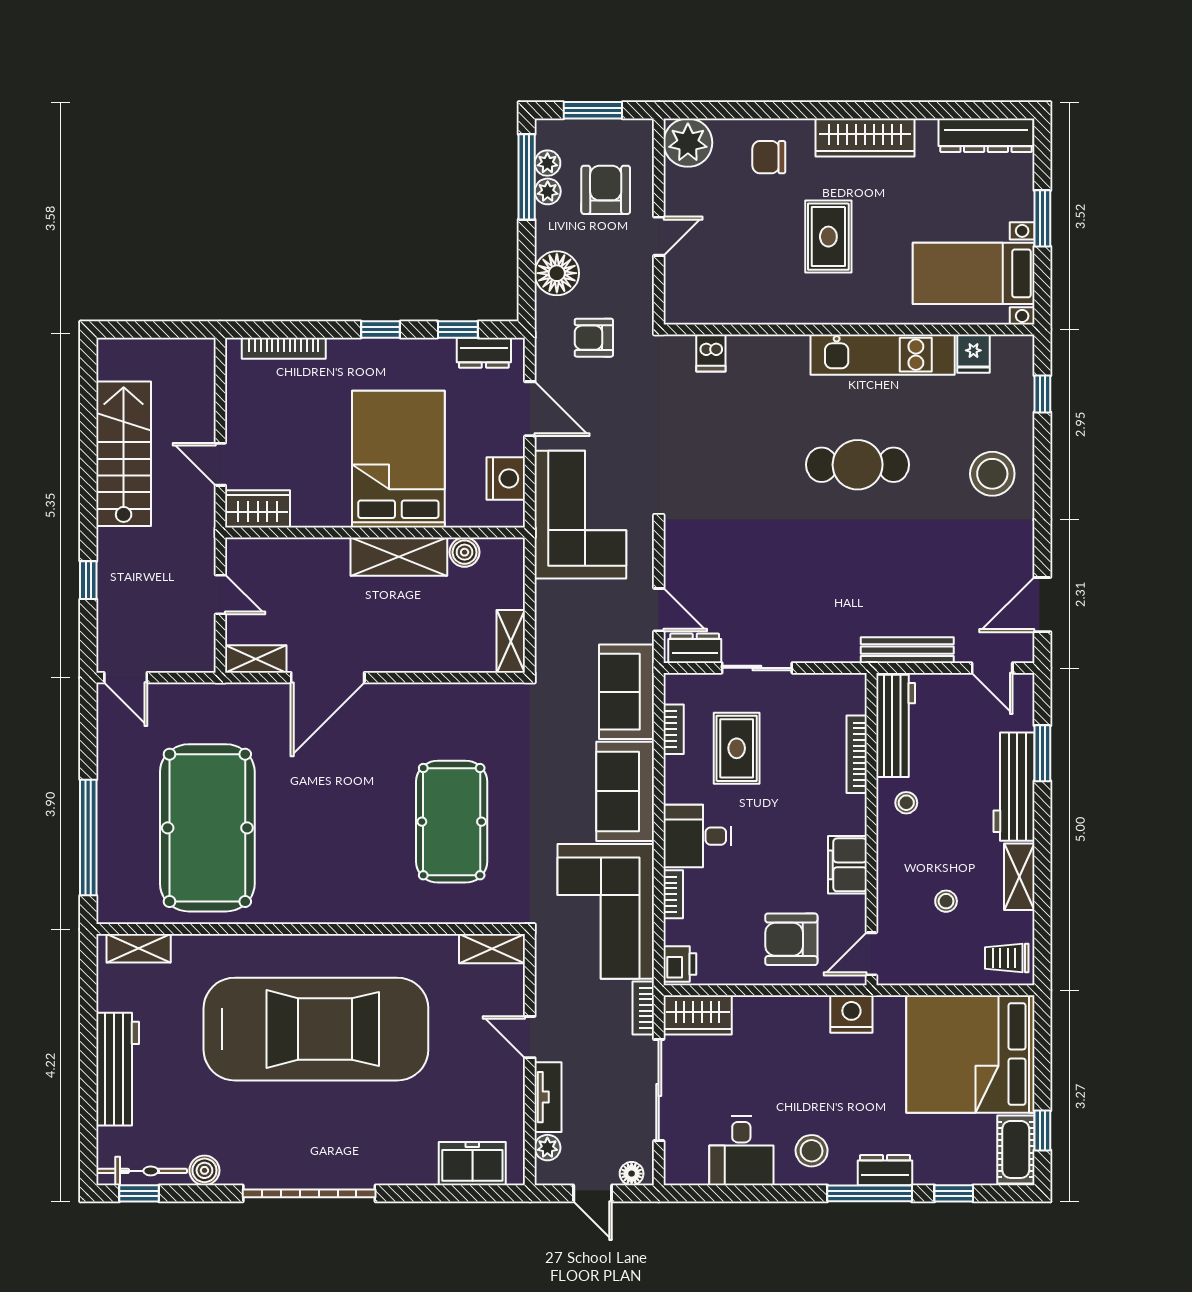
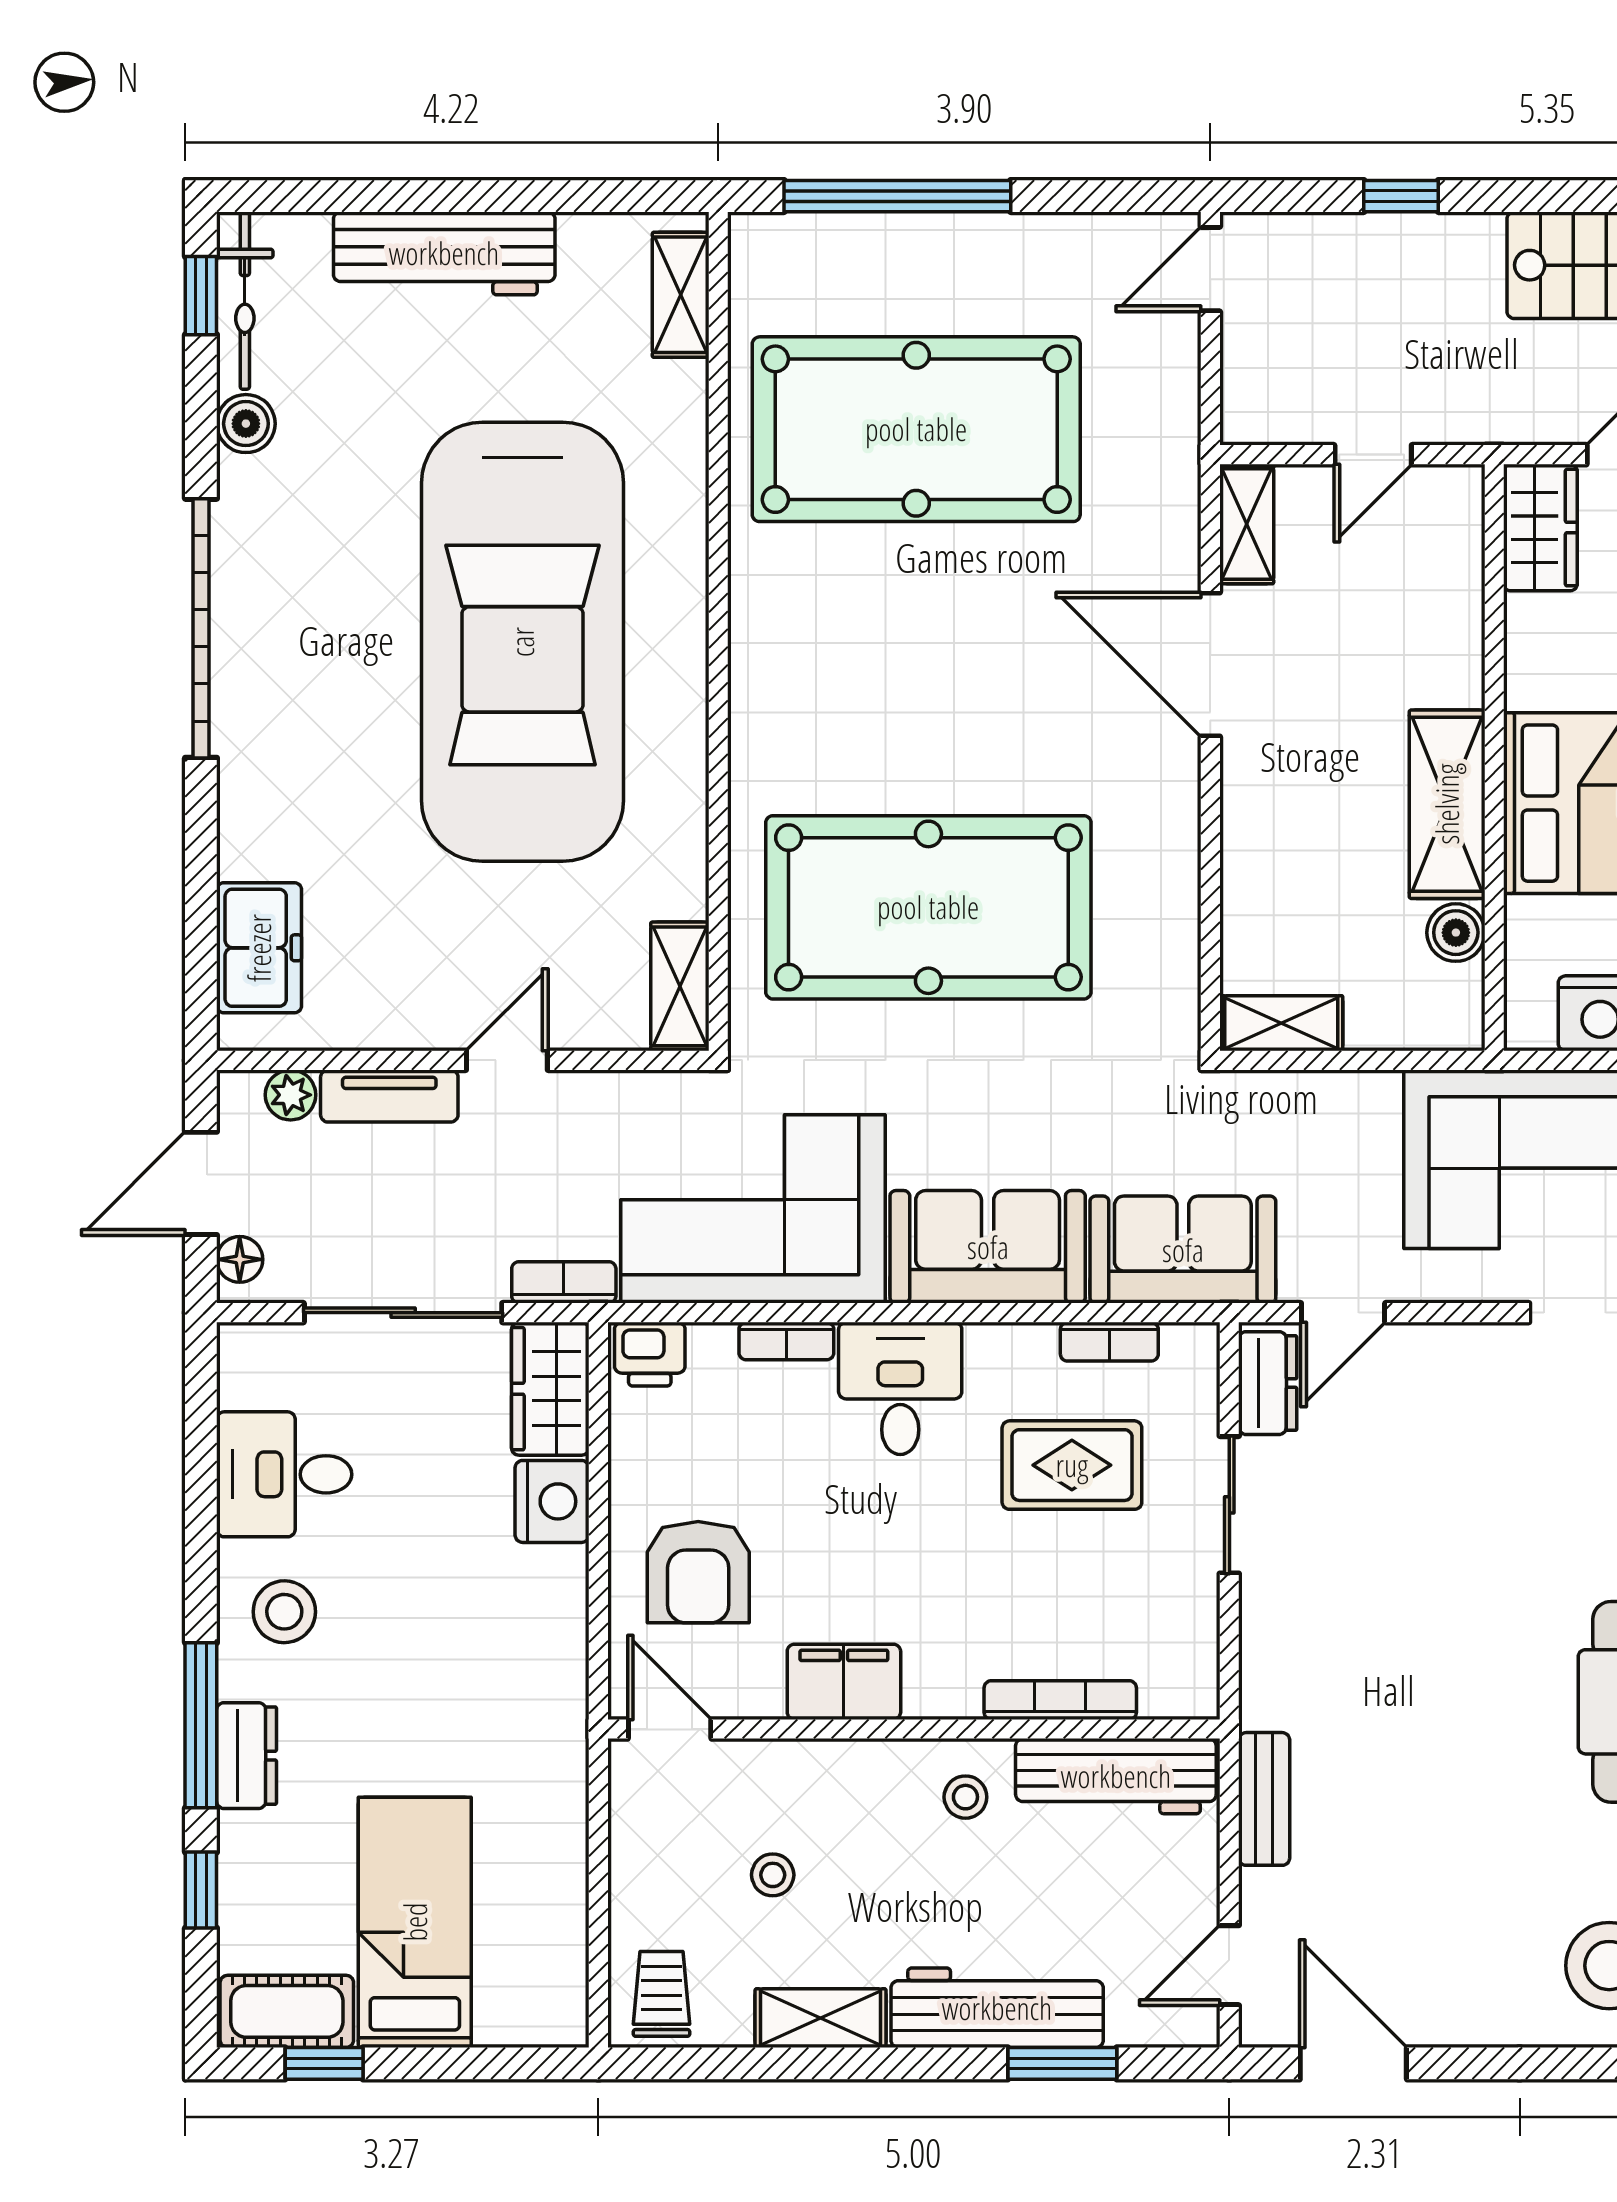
bench: (907, 650) -> (1264, 1799), width x0.73
pool table: (452, 822) -> (928, 907), width x1.36, depth x1.32
armchair: (791, 939) -> (698, 1572), turned 180
nightstand: (851, 1014) -> (552, 1501), moved
bed: (970, 1054) -> (415, 1922), width x0.49
door: (593, 1193) -> (201, 1183), width x1.37

